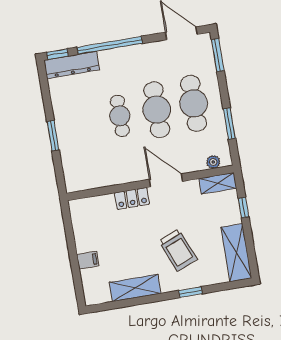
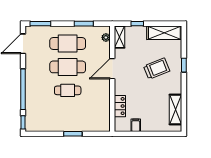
dresser: (72, 65) -> (31, 115), removed
locker: (132, 198) -> (120, 106), moved
filing cabinet: (88, 260) -> (136, 125), moved
shelving: (135, 288) -> (176, 110), moved

